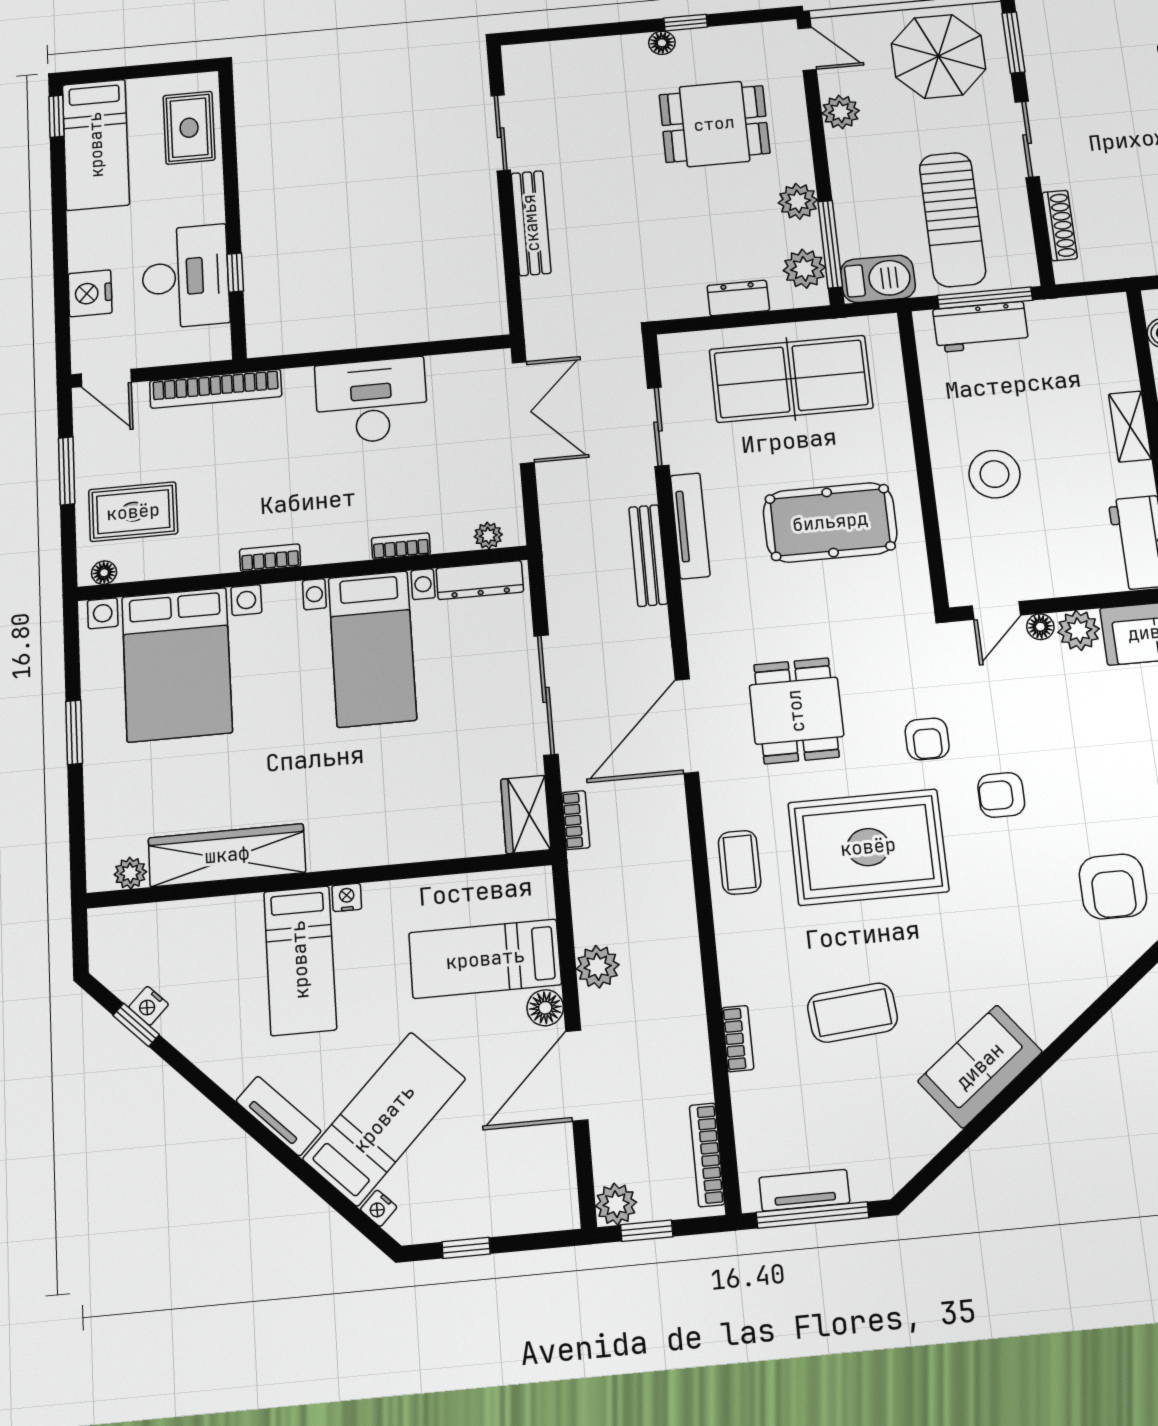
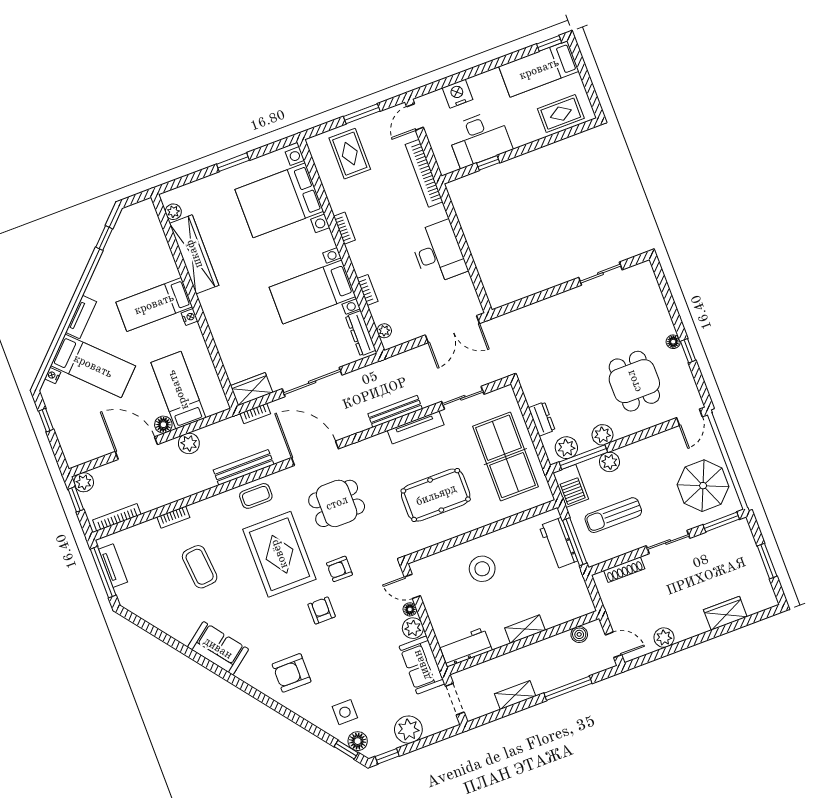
plant: (841, 112) -> (609, 462), moved
sun lounger: (953, 219) -> (613, 515), width x0.73, depth x0.75
bench: (531, 223) -> (244, 467), moved
pool table: (830, 522) -> (436, 495), turned 90
floor lamp: (104, 573) -> (315, 150), removed
nightstand: (149, 1006) -> (114, 241), removed
sofa: (980, 1066) -> (218, 648), moved

